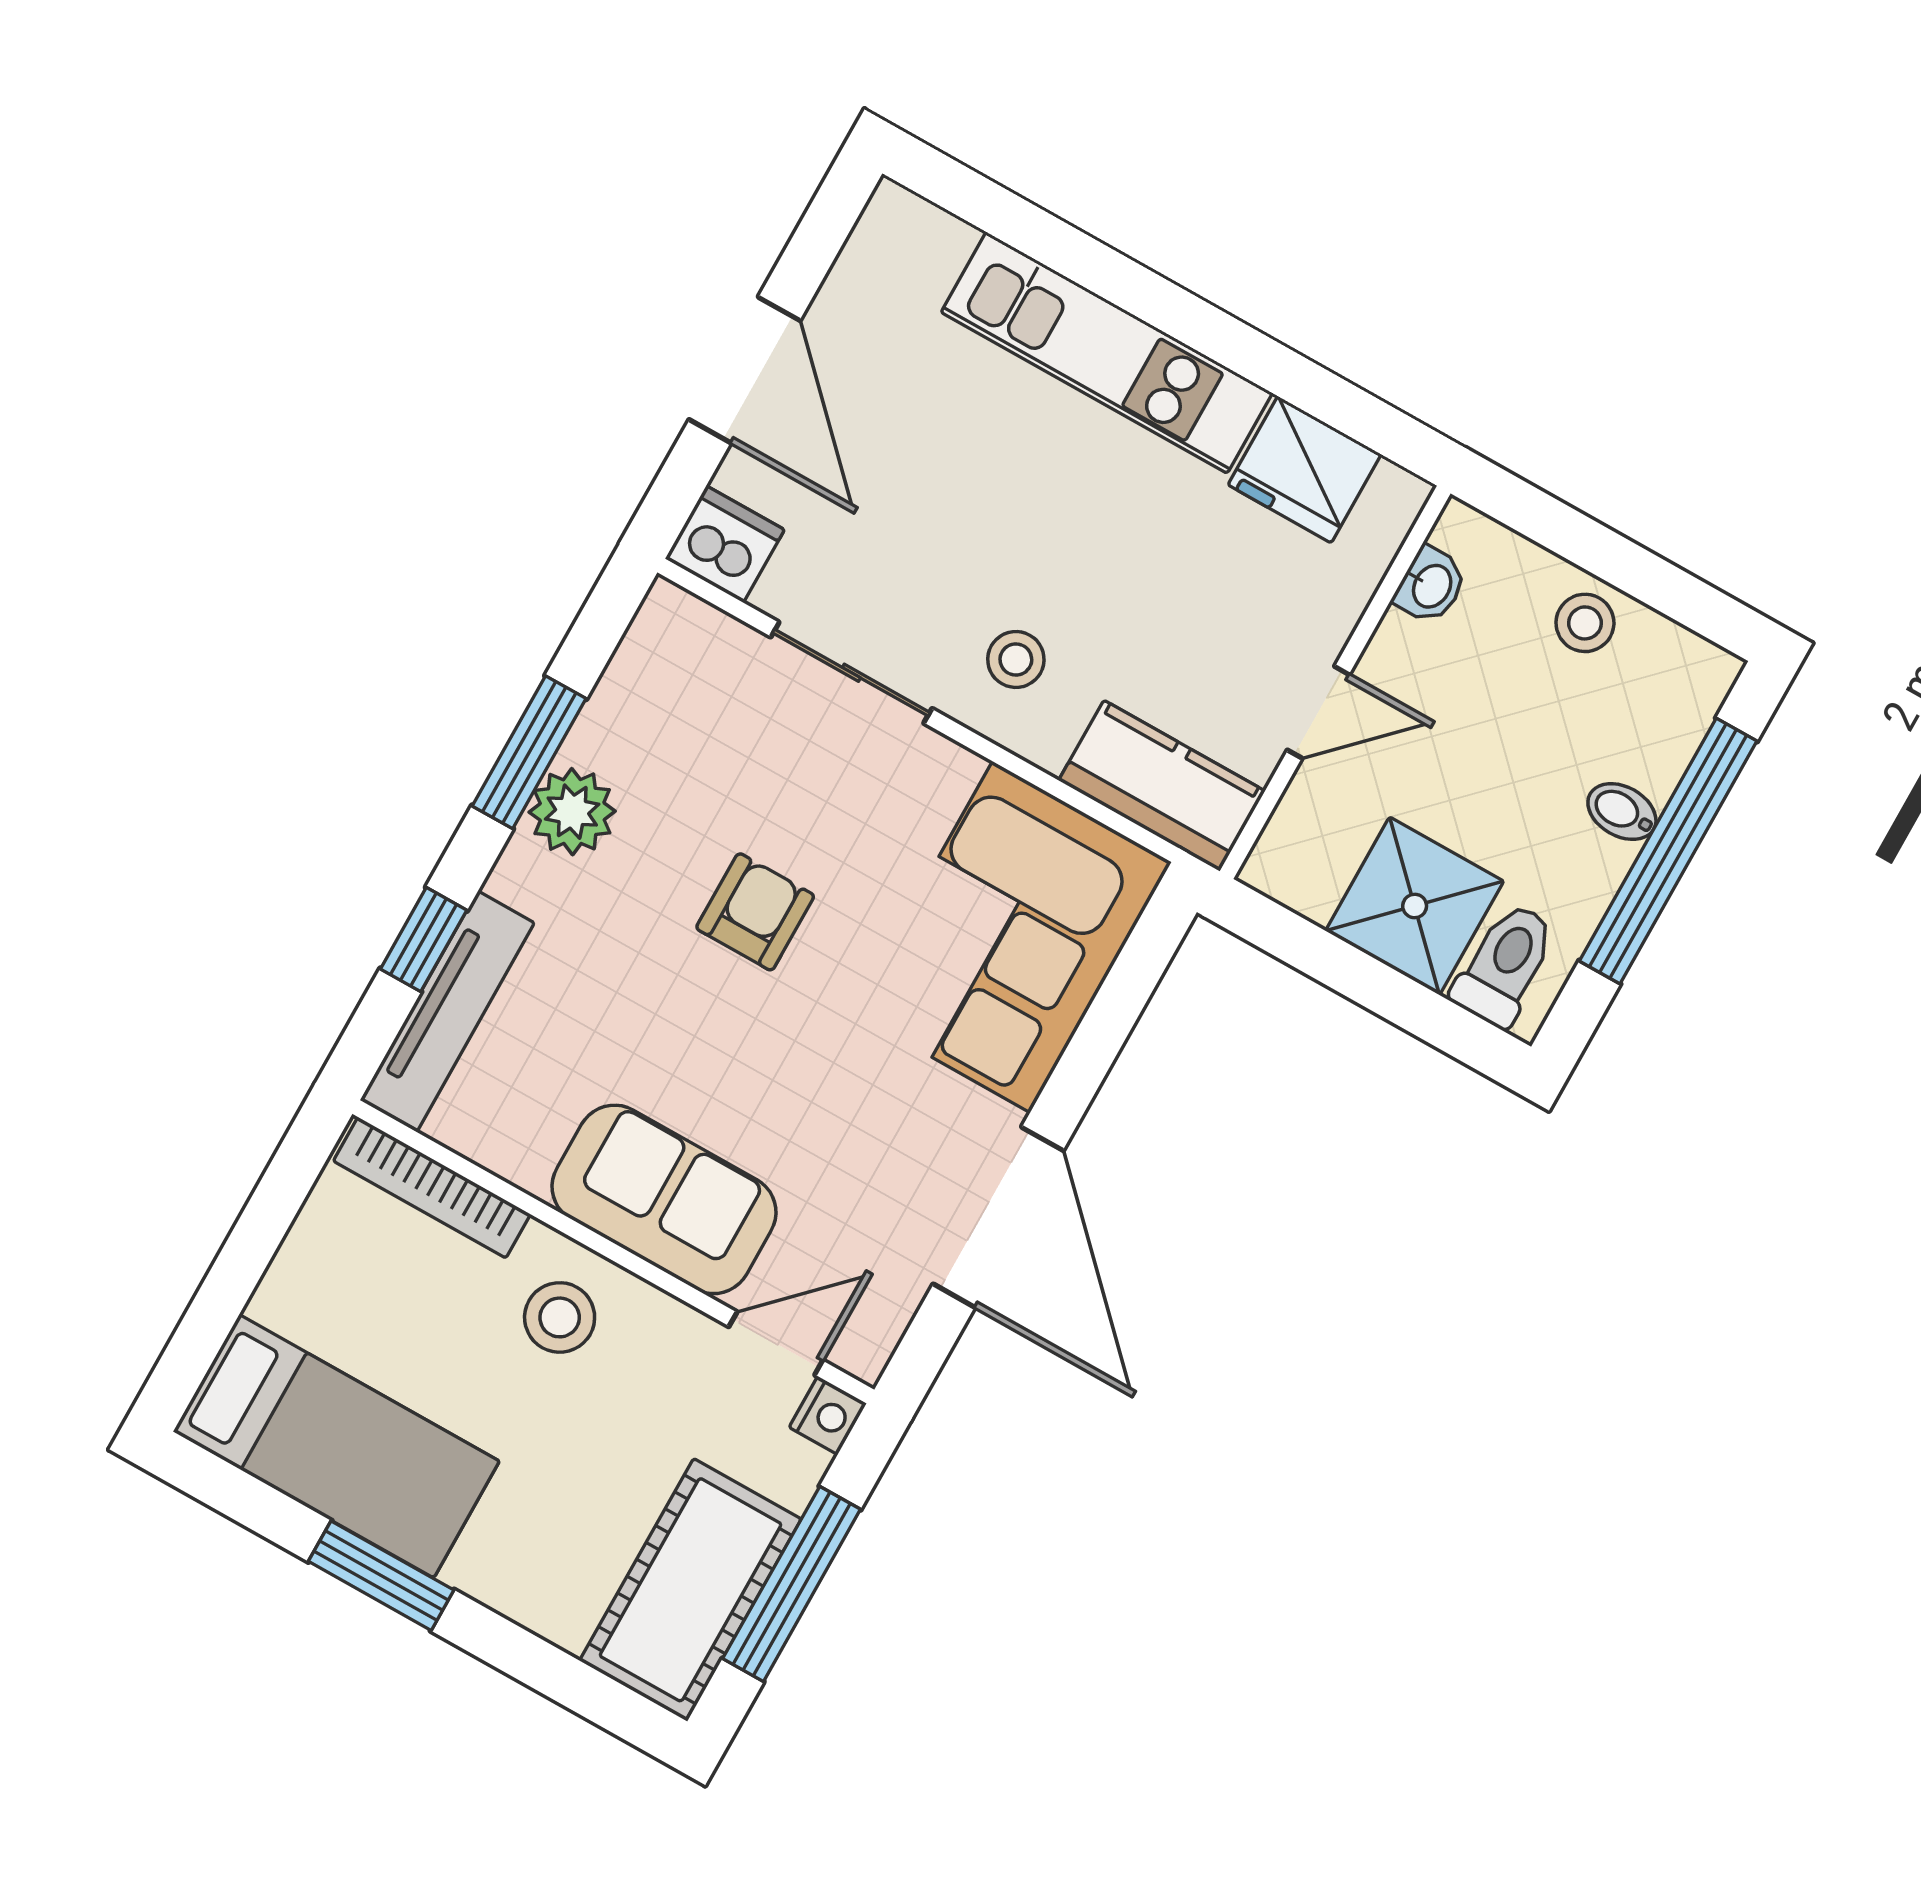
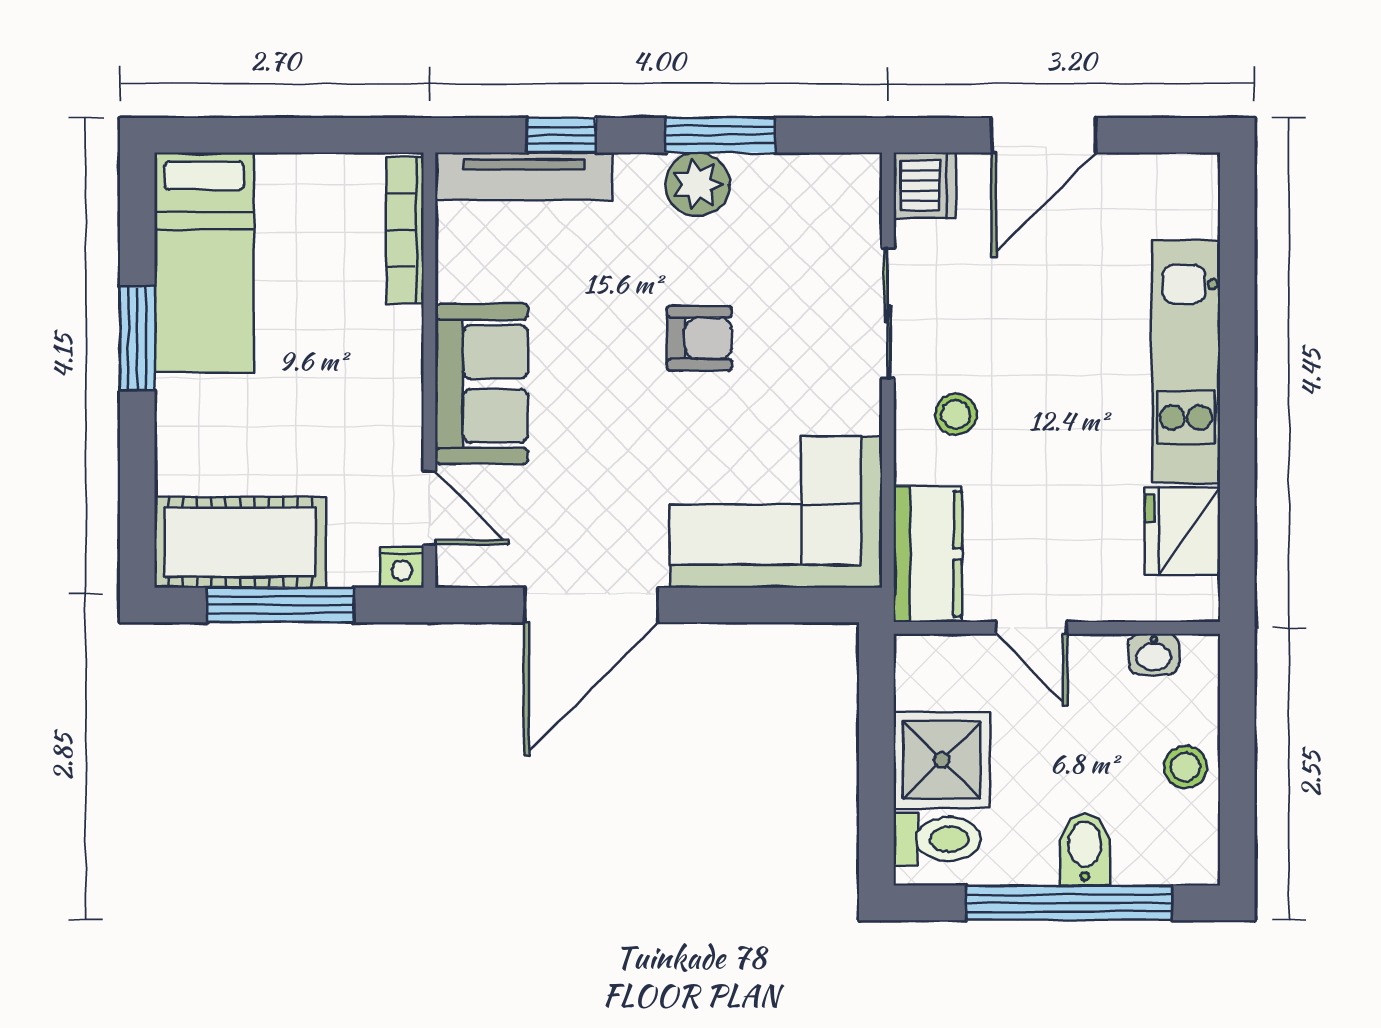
bidet: (1622, 812) -> (1085, 849), width x1.38, depth x1.36
stool: (560, 1317) -> (368, 359), removed

